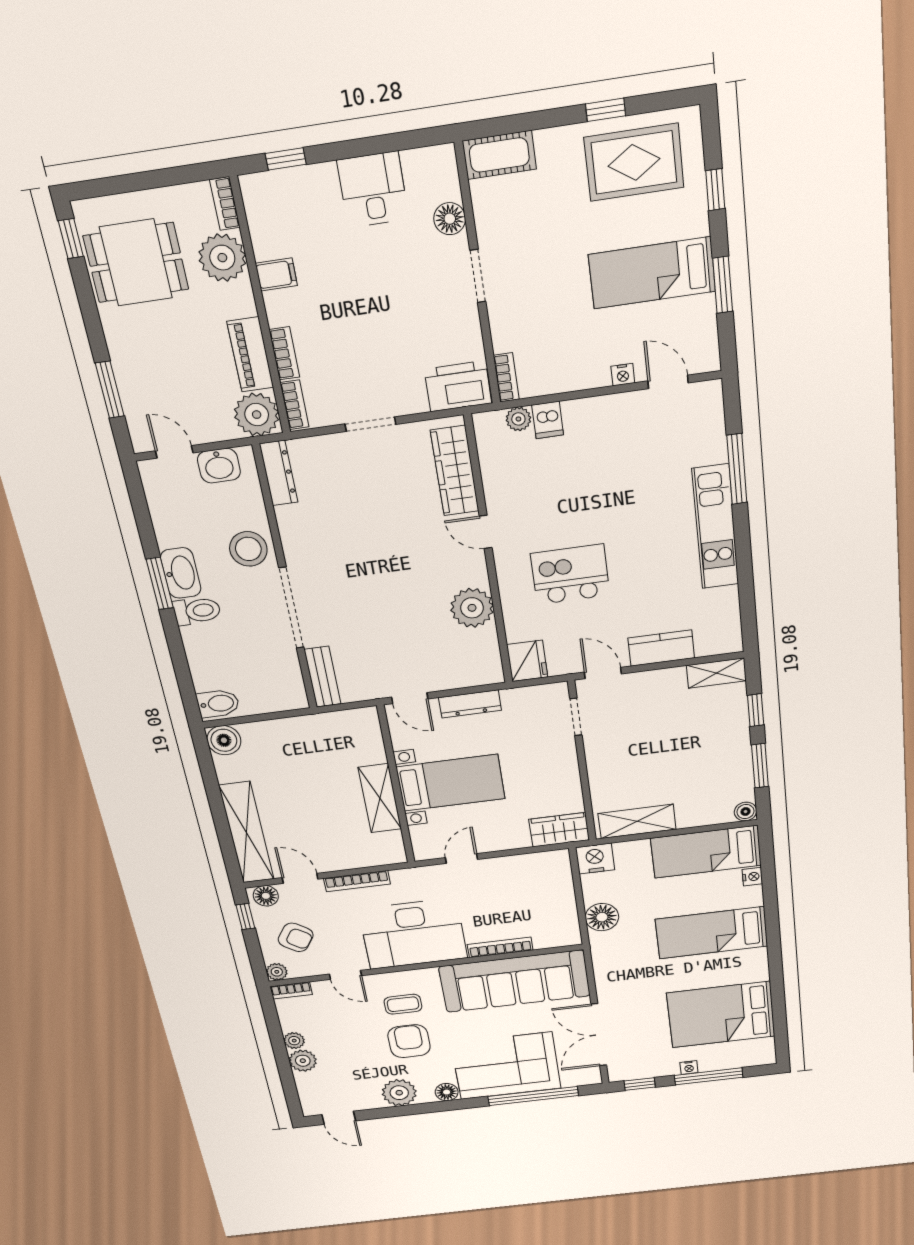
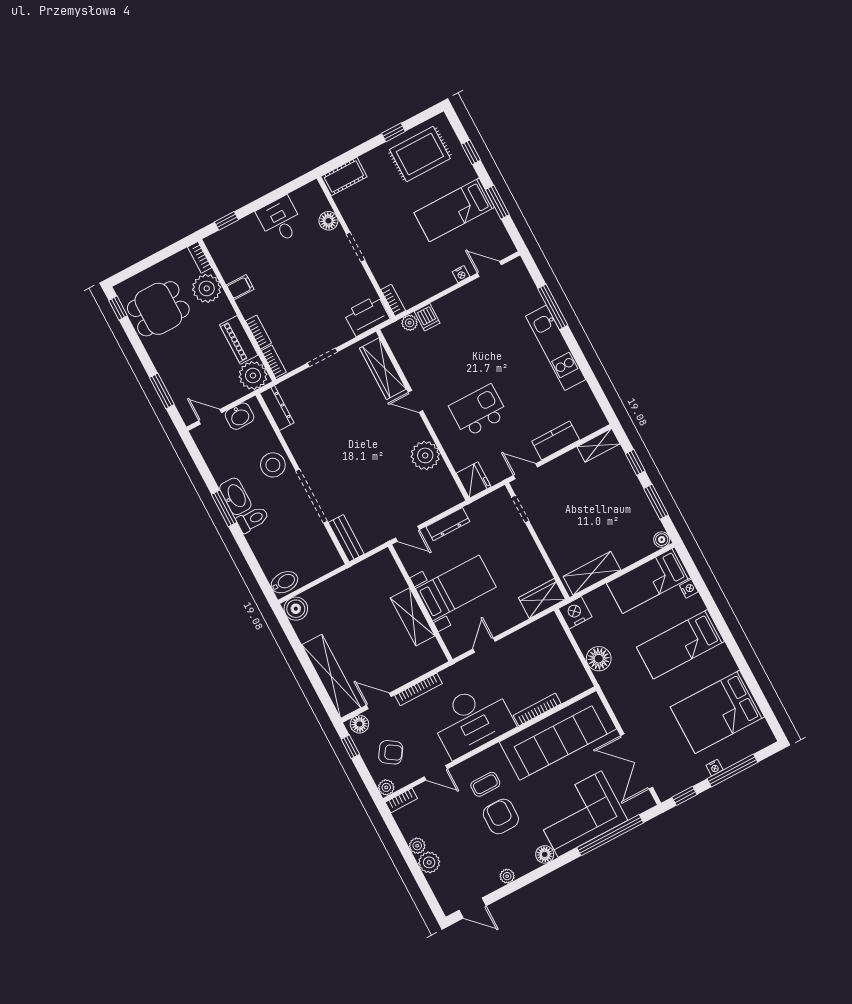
plant: (399, 1093) -> (507, 876), width x0.53, depth x0.53

